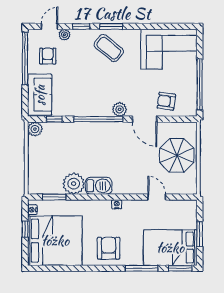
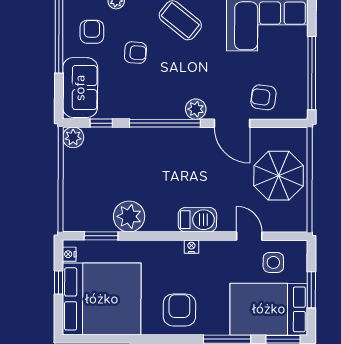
armchair: (78, 70) -> (135, 53), added
barbecue: (99, 186) -> (197, 220), moved
side table: (173, 215) -> (273, 262), added

